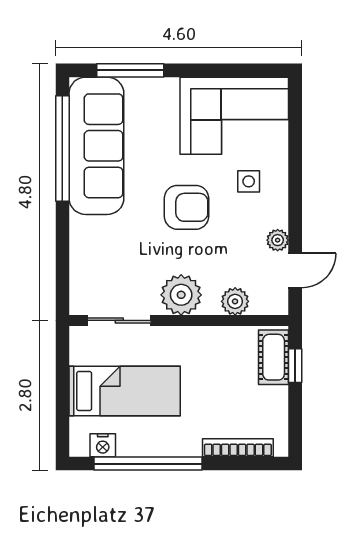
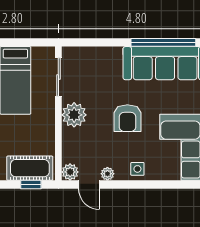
side table: (249, 181) -> (137, 169), moved
plant: (235, 301) -> (70, 172), moved
cot: (274, 357) -> (30, 168), width x1.37, depth x1.34

